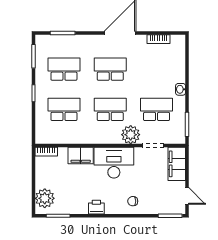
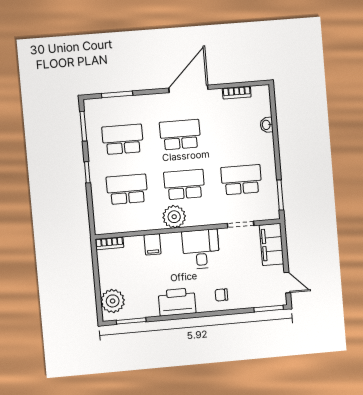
washbasin: (181, 89) -> (267, 125), moved
plant: (131, 135) -> (174, 217), moved
filing cabinet: (81, 155) -> (153, 244), width x0.50
desk: (114, 163) -> (201, 249), width x0.73
printer: (96, 207) -> (177, 302), width x1.87, depth x1.48

